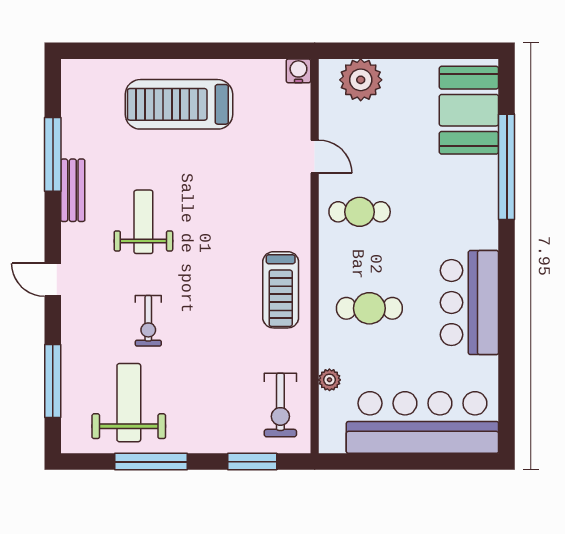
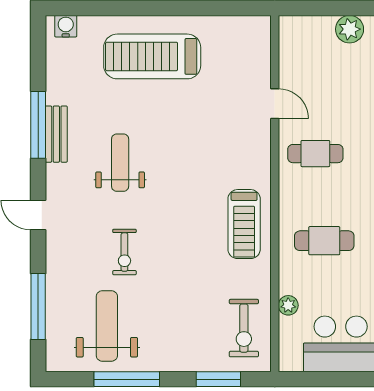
water cooler: (298, 71) -> (66, 26), moved
plant: (361, 80) -> (350, 29), moved, width x0.73, depth x0.73
window: (53, 154) -> (38, 125), moved

